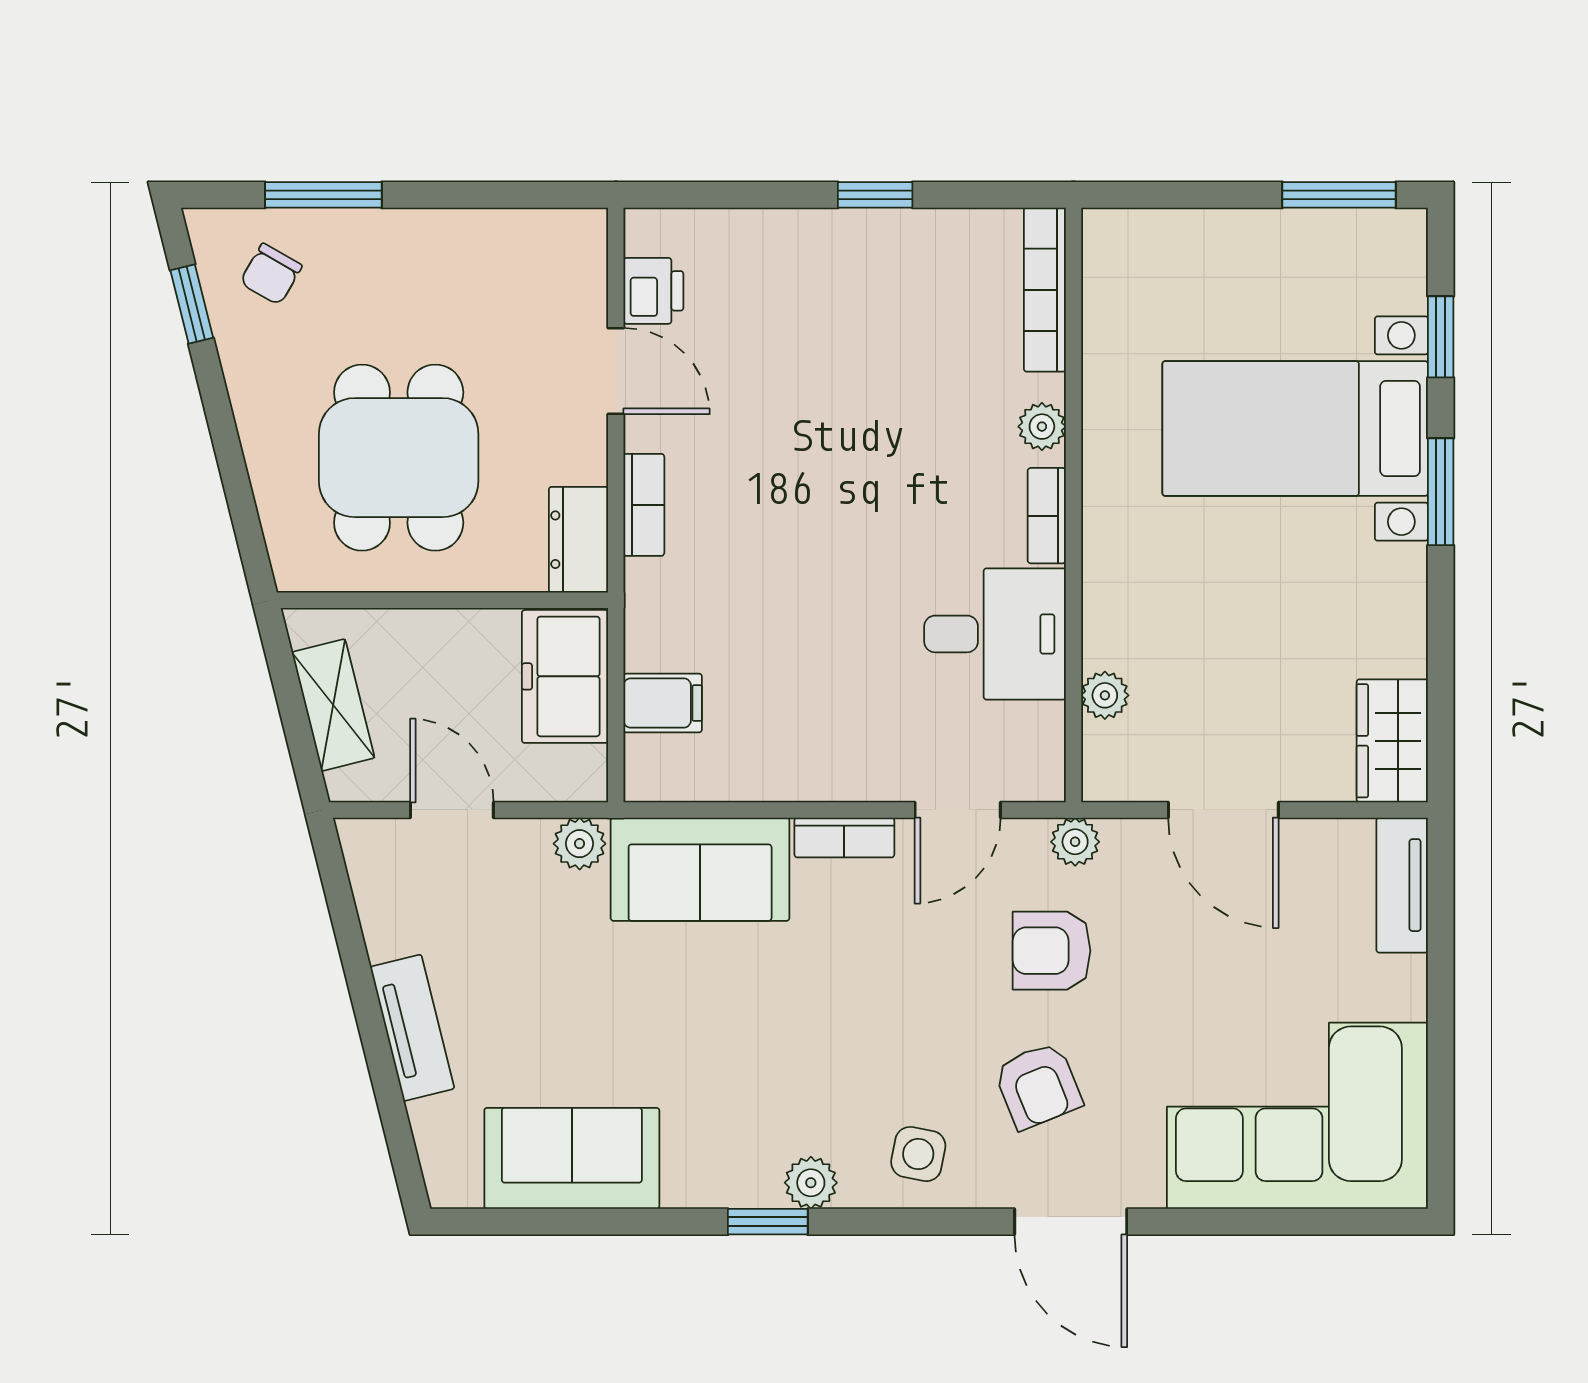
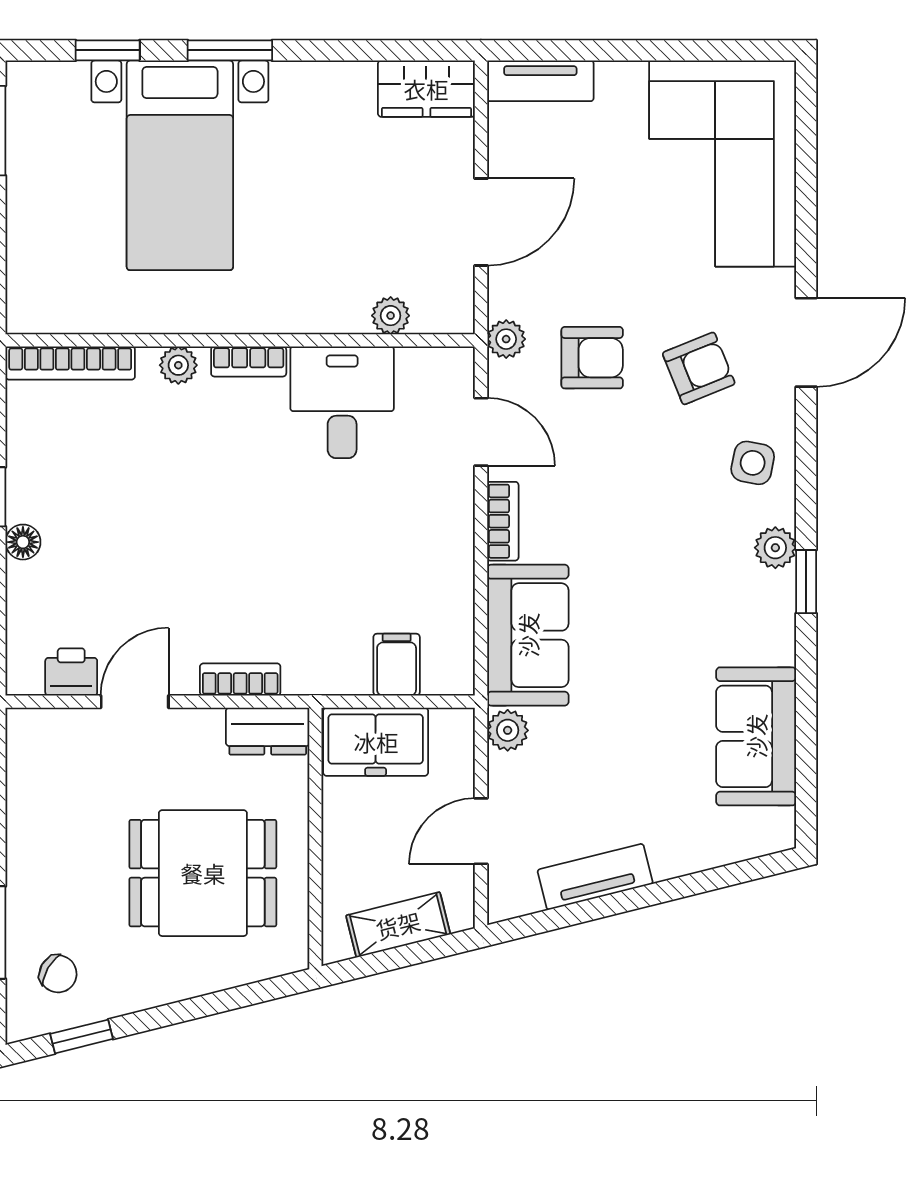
floor lamp: (818, 230) -> (23, 542), added
armchair: (1052, 951) -> (592, 358), turned -90
tv unit: (412, 1028) -> (595, 877), moved

